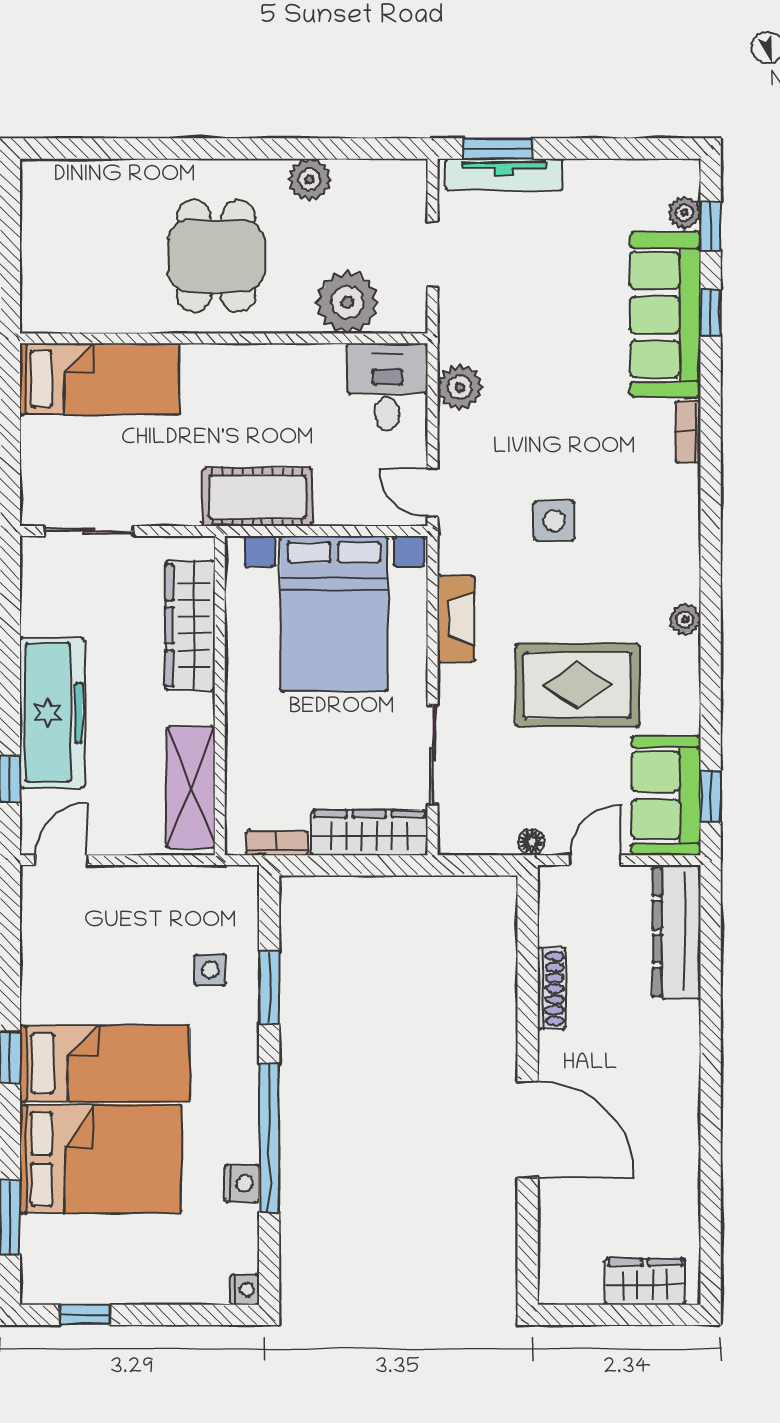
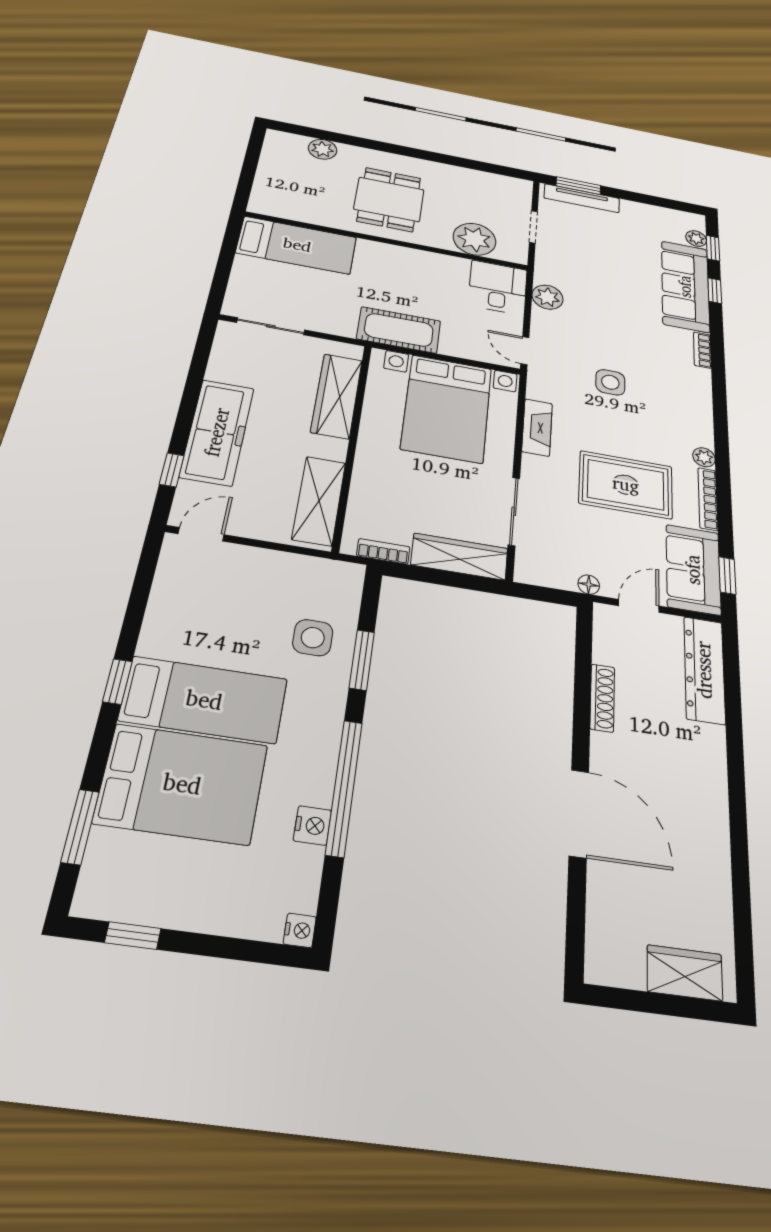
plant: (309, 179) -> (323, 149), moved
bookcase: (689, 685) -> (708, 499), added
side table: (210, 970) -> (313, 638), width x1.37, depth x1.37

